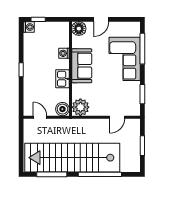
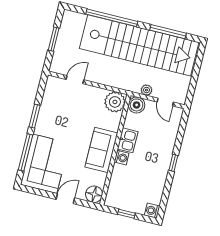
window: (38, 19) -> (126, 214), moved
washing machine: (64, 53) -> (121, 158), moved
corner sofa: (125, 59) -> (45, 164), moved
window: (142, 94) -> (35, 116), moved
plant: (57, 123) -> (146, 90), added

